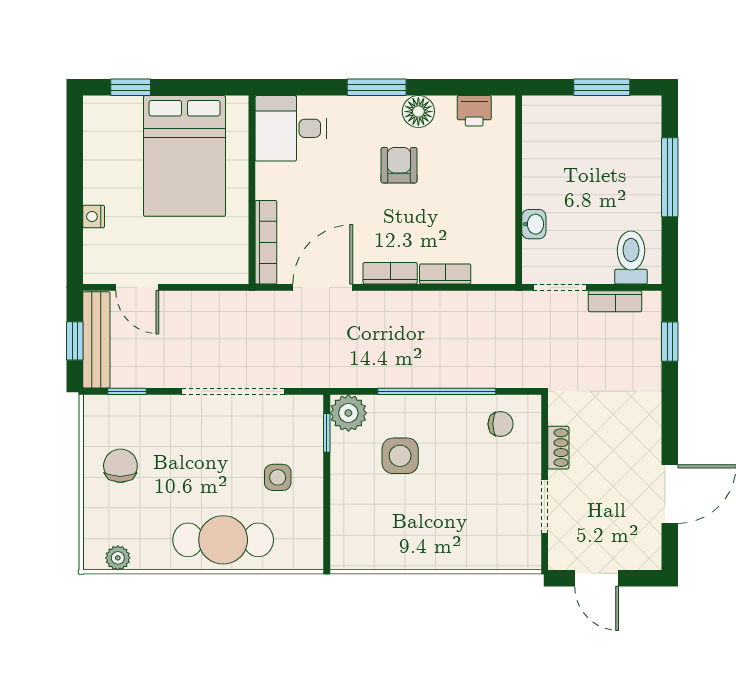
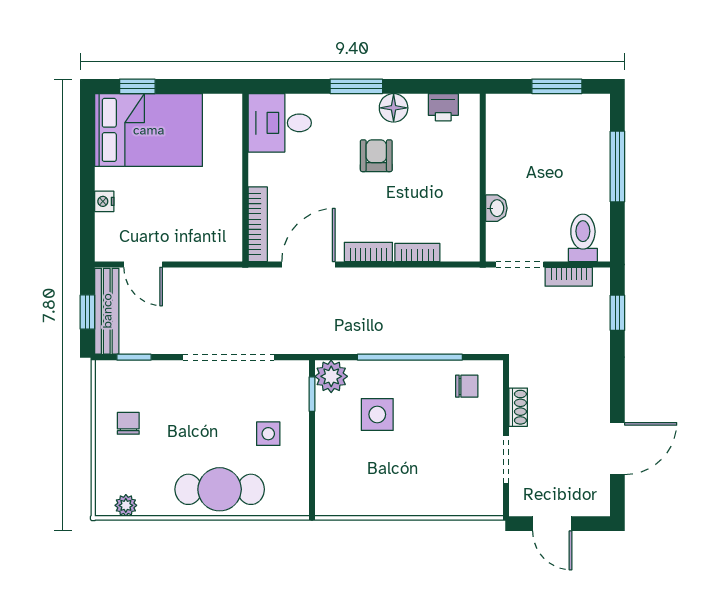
bed: (184, 156) -> (149, 130), moved, turned -90
chair: (120, 466) -> (128, 423), width x0.73, depth x0.73

